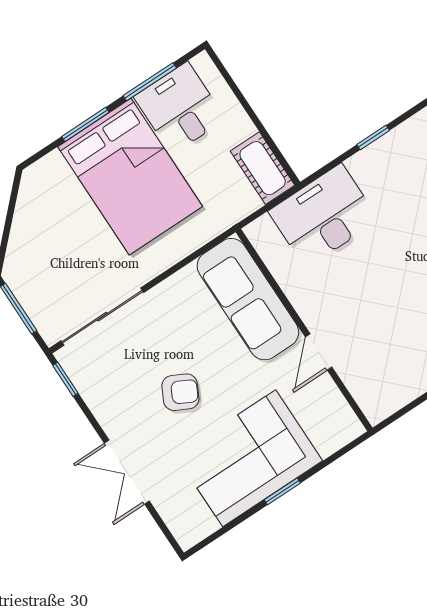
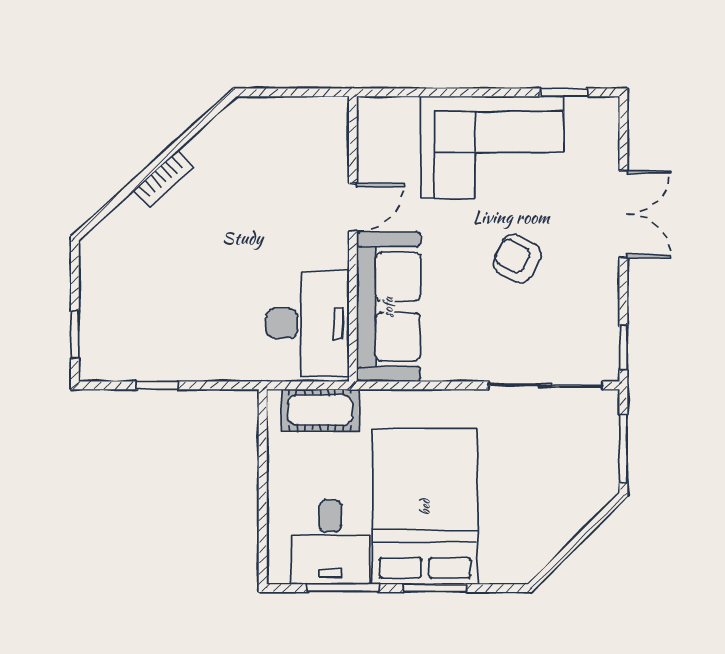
cot: (263, 168) -> (320, 410), moved, turned 90
desk: (324, 216) -> (308, 324), moved, turned -90
window: (282, 491) -> (563, 92), moved

